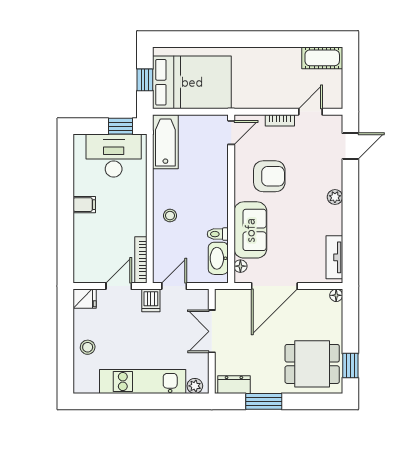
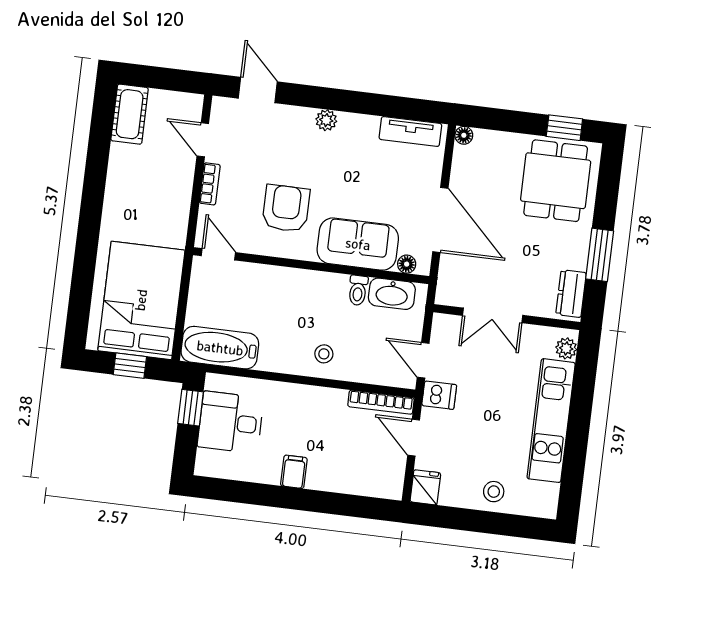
desk: (114, 156) -> (230, 422), width x0.73

